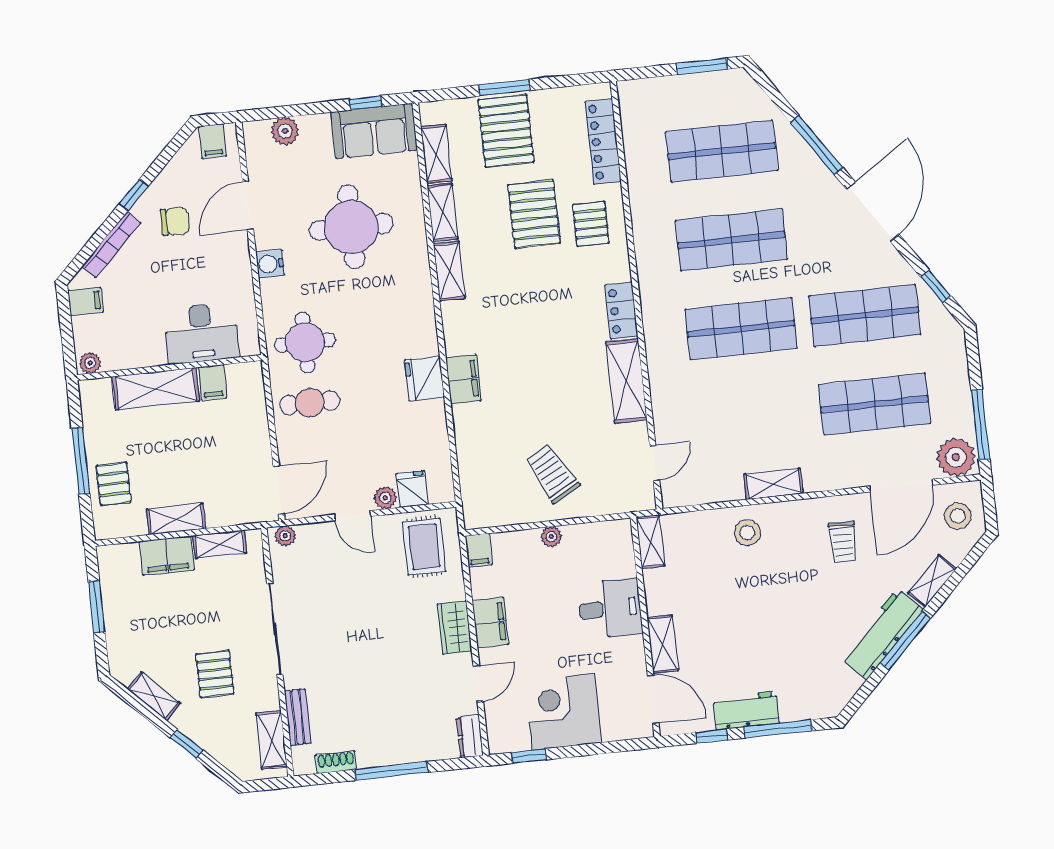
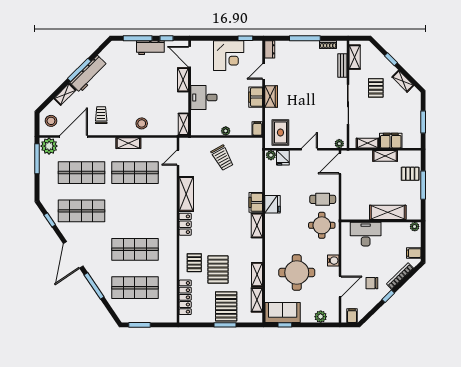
shelving: (449, 271) -> (257, 226), moved
shop shelf: (741, 329) -> (135, 173), moved
filing cabinet: (212, 383) -> (363, 212), removed
pallet: (114, 484) -> (410, 174), turned 90
plant: (385, 498) -> (271, 155), moved
door: (353, 515) -> (310, 149), hinge flipped

